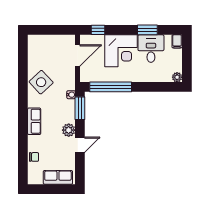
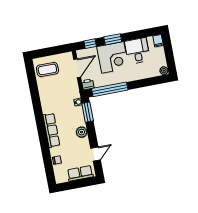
window: (147, 30) -> (113, 39), moved
coffee table: (43, 50) -> (47, 69), added
printer: (86, 76) -> (88, 84), added
side table: (41, 82) -> (51, 96), removed
row of seats: (34, 121) -> (51, 130), width x1.48
door: (80, 145) -> (96, 154), moved

